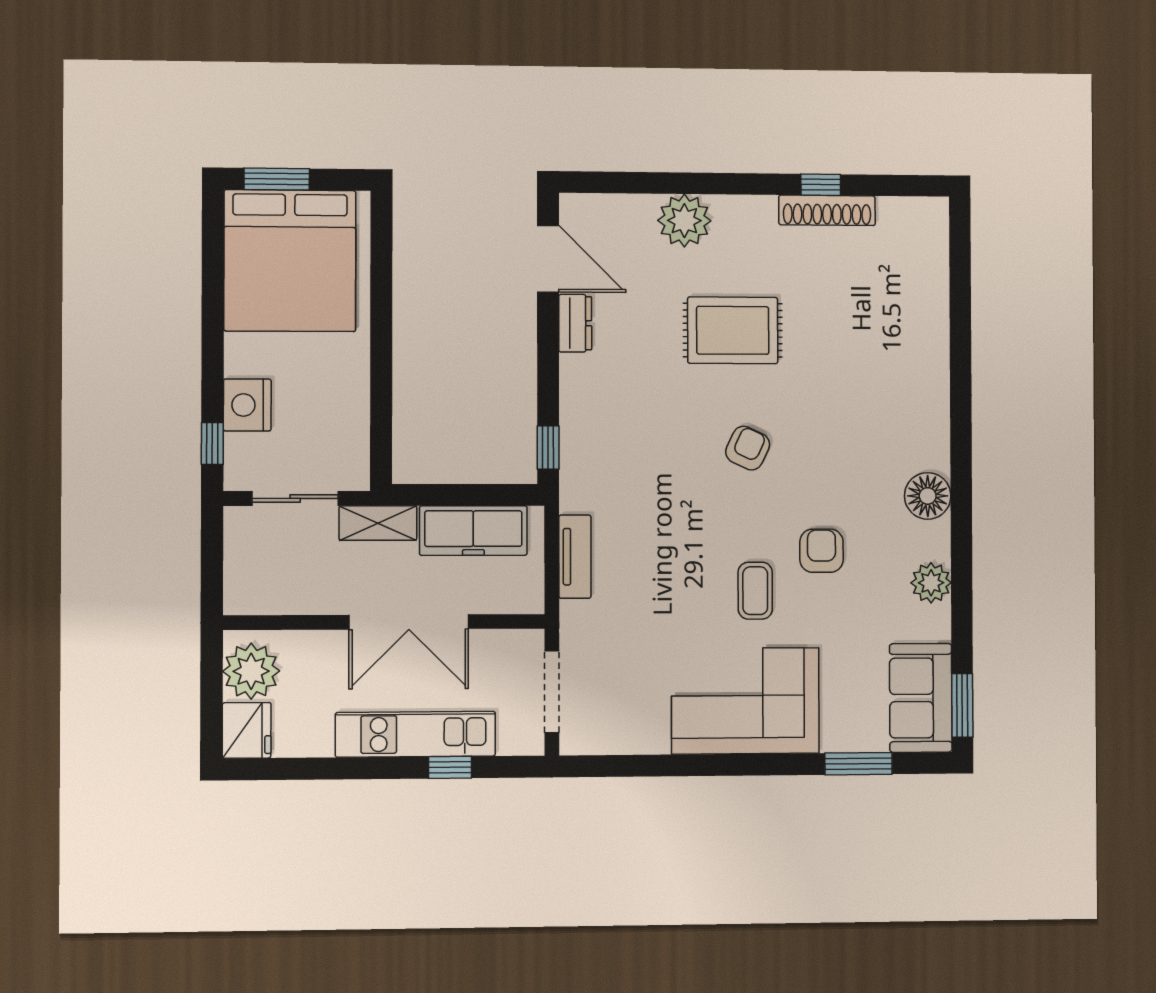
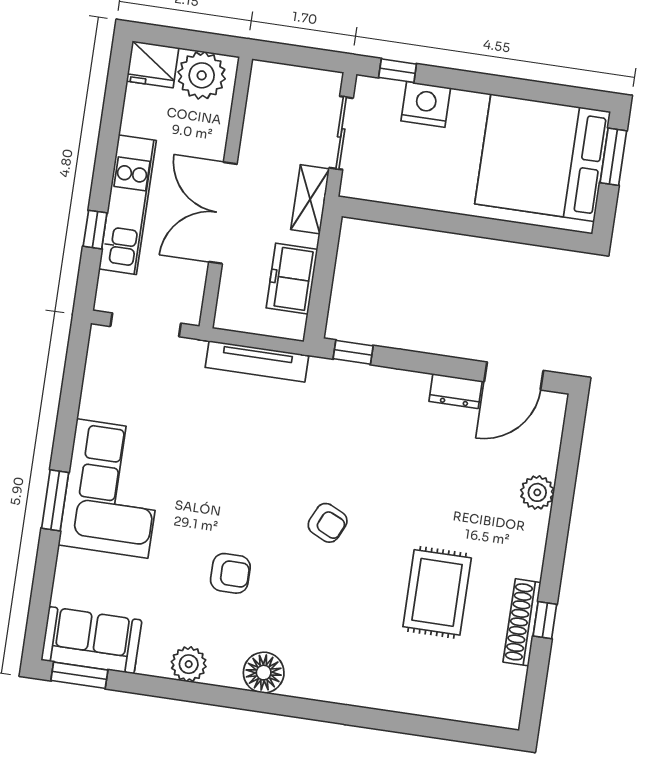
plant: (684, 221) -> (537, 492), width x0.73, depth x0.73
rug: (733, 330) -> (437, 592), moved
freezer: (473, 531) -> (292, 279), width x0.71
tv unit: (575, 557) -> (257, 361), width x1.41
coffee table: (755, 591) -> (205, 511), removed
window: (858, 764) -> (55, 500), moved

